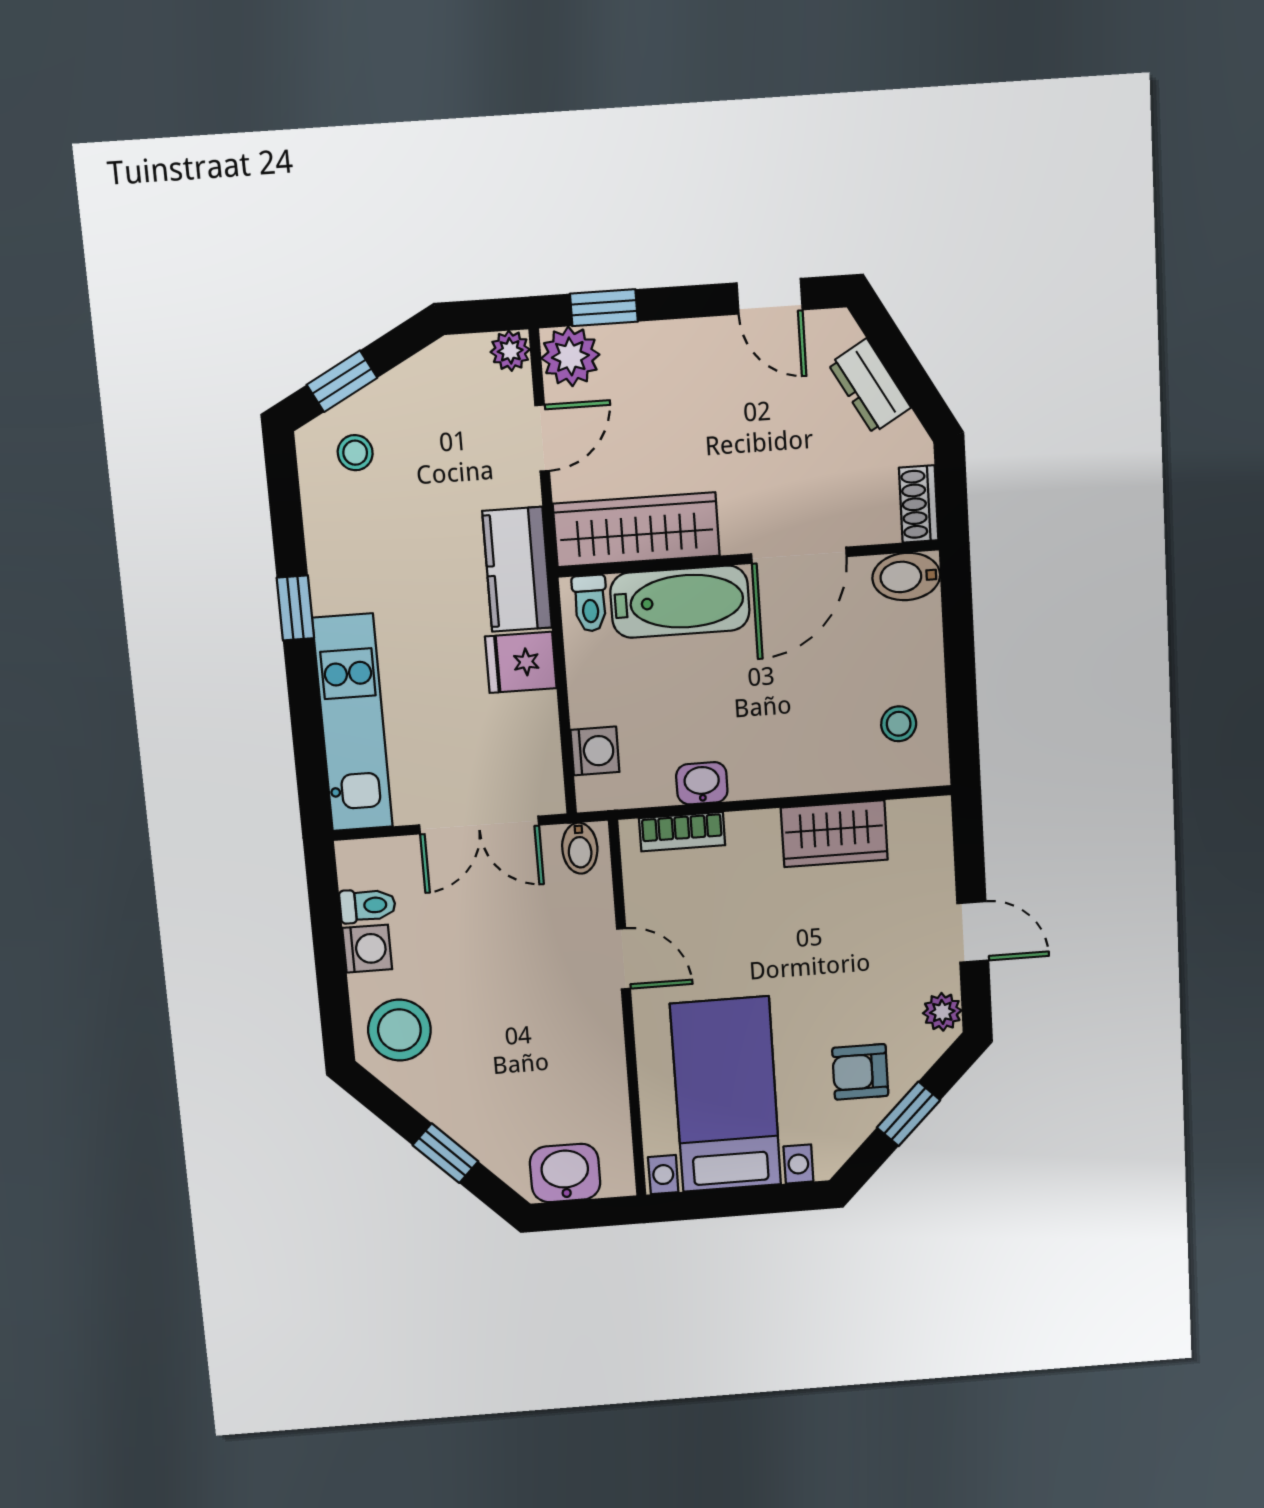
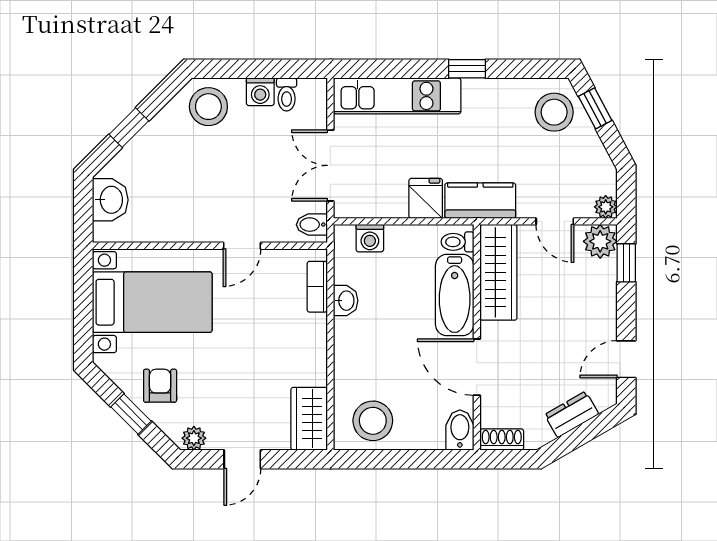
stool: (355, 453) -> (554, 112), width x1.89, depth x1.89
stool: (899, 724) -> (373, 421), width x1.89, depth x1.89
wardrobe: (834, 834) -> (309, 419), moved

